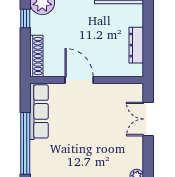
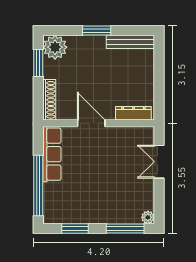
window: (25, 18) -> (38, 63), width x1.50
dresser: (136, 45) -> (133, 113), moved, turned 90

